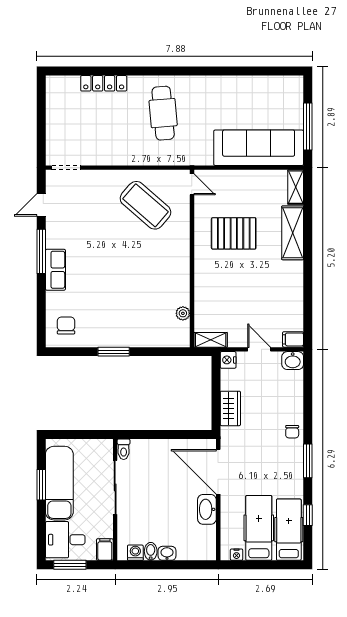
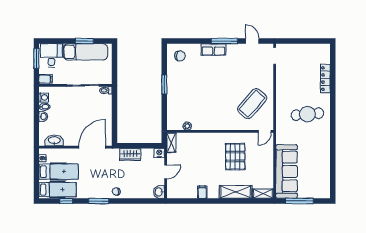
filing cabinet: (293, 339) -> (202, 192), moved
washbasin: (207, 509) -> (54, 140), moved

